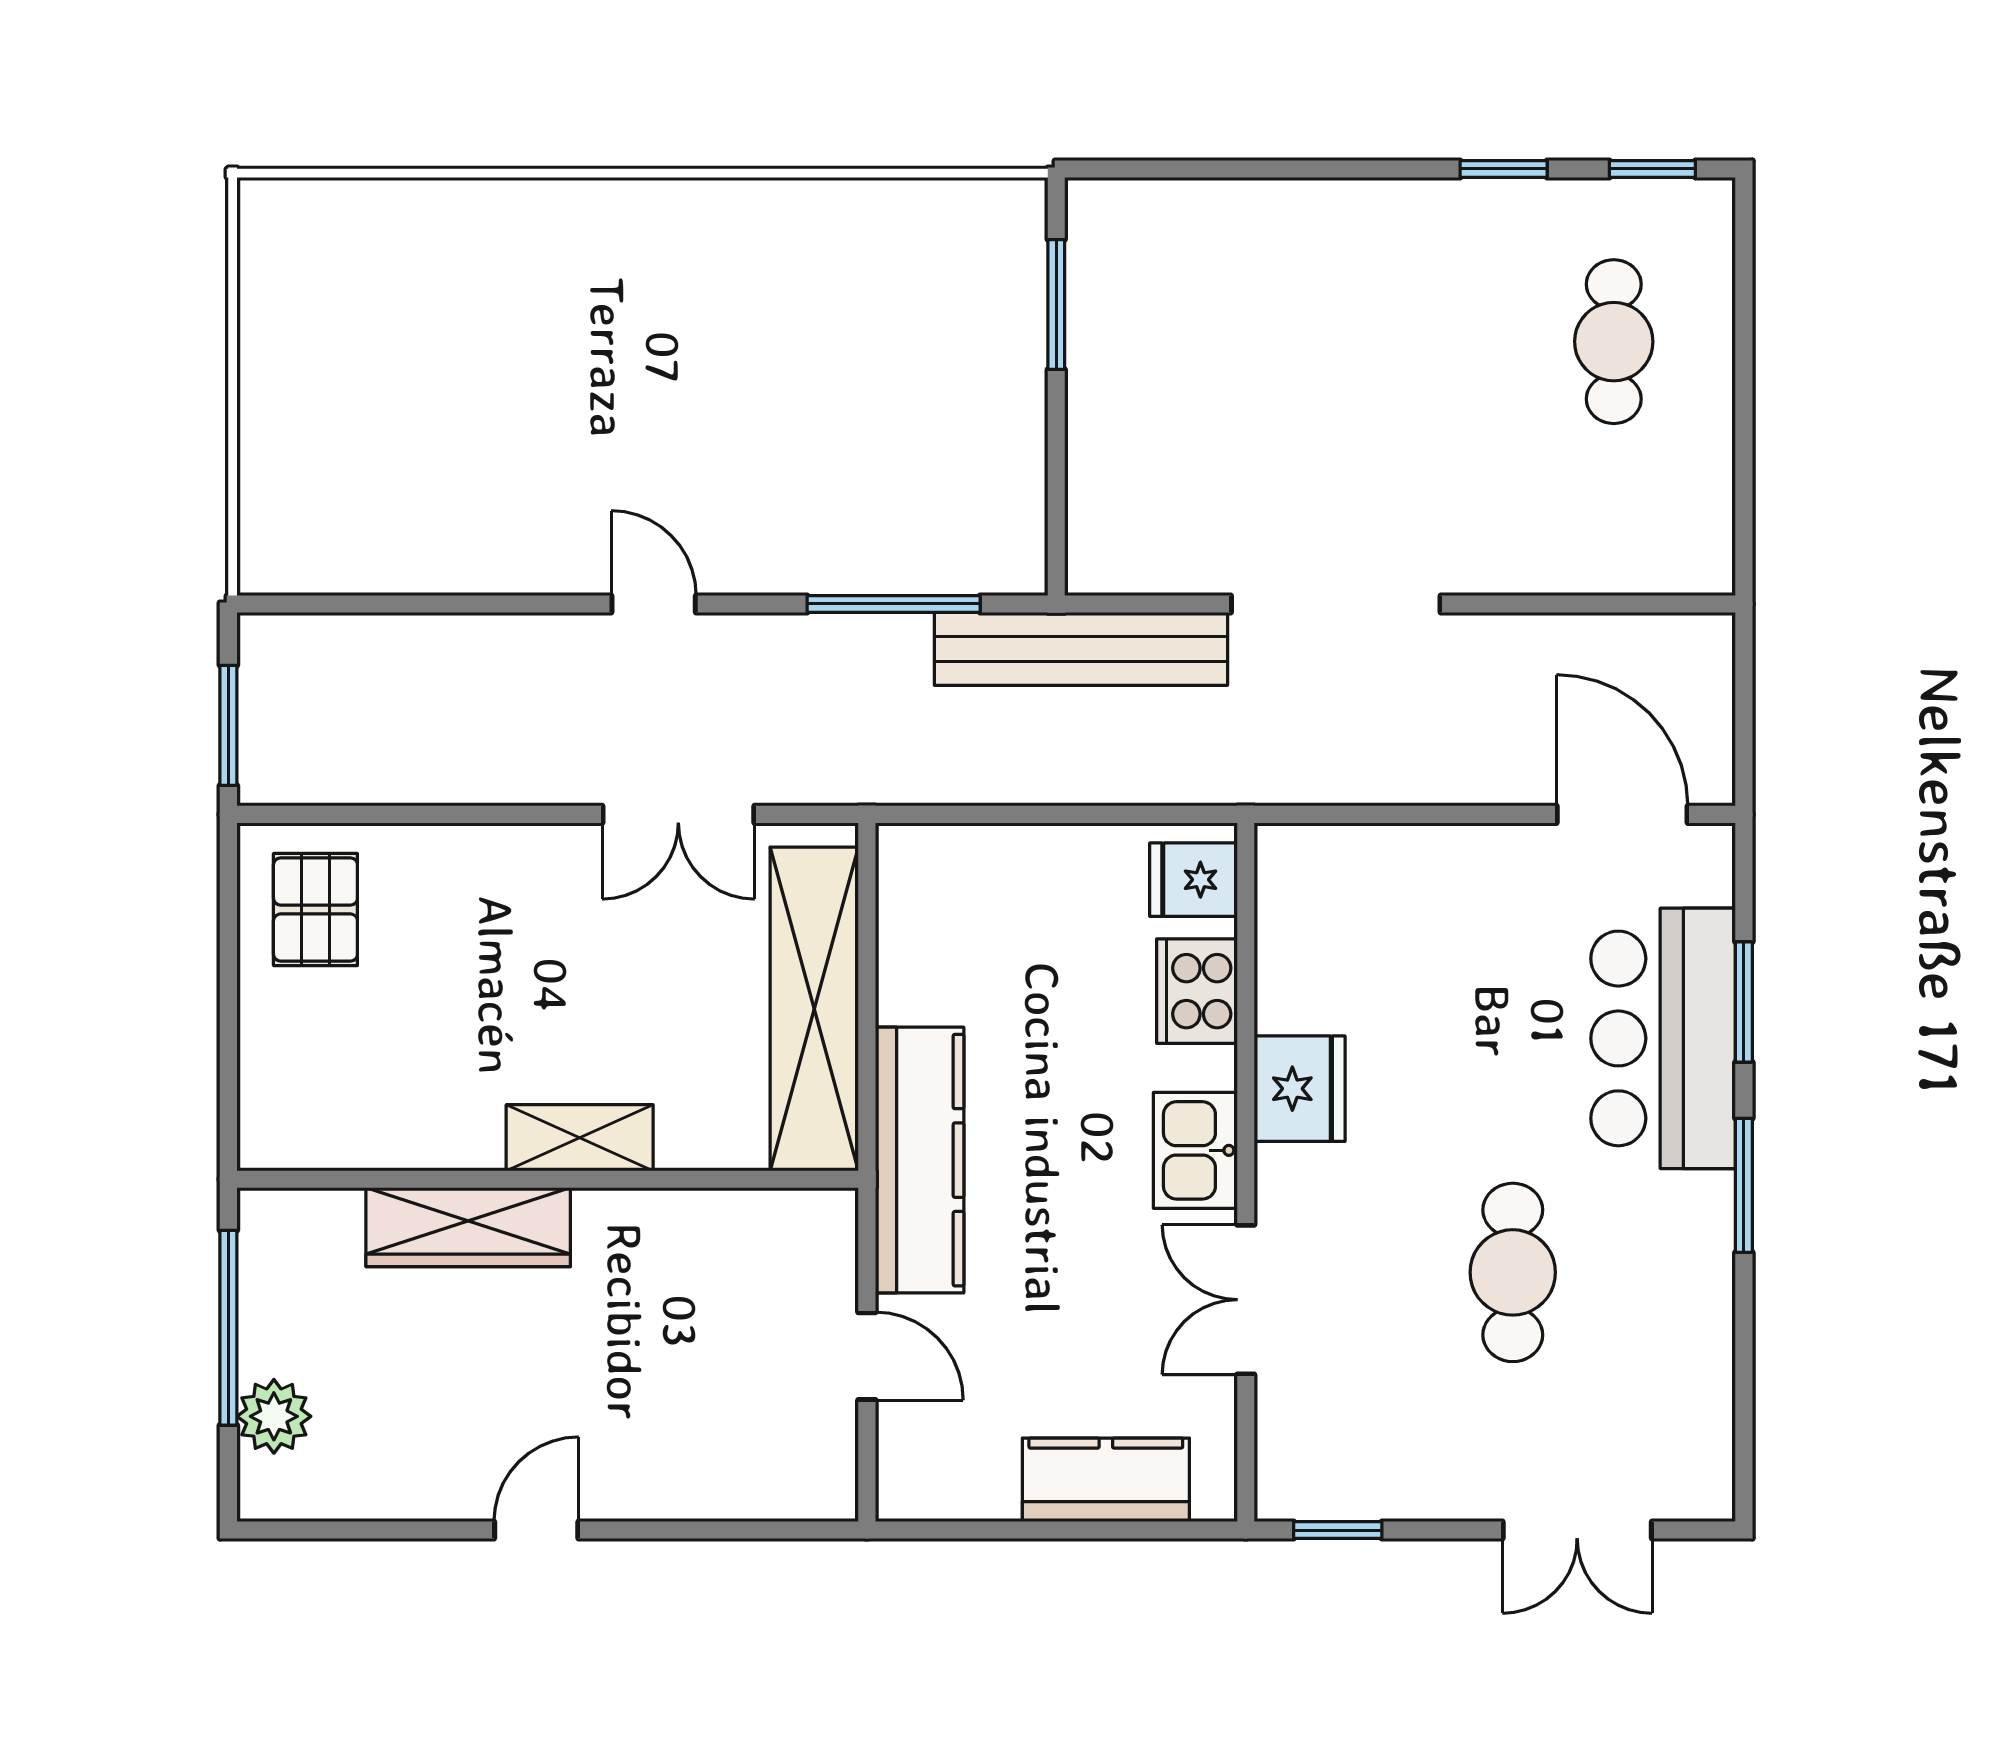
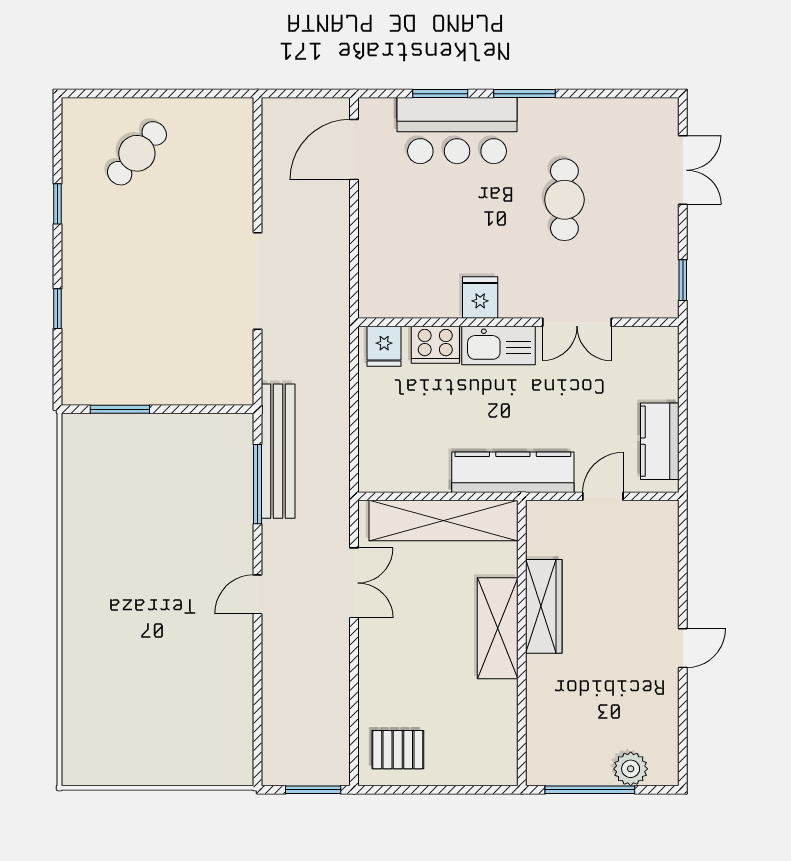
window: (1652, 169) -> (58, 309), moved
cafe table: (1614, 342) -> (137, 153), turned -49
bench: (1081, 649) -> (278, 451), moved
fridge: (1300, 1089) -> (480, 298), width x0.72
shelving: (580, 1138) -> (498, 628), width x1.50, depth x1.33
kitchen sink: (1195, 1150) -> (498, 346), width x1.38
wardrobe: (468, 1227) -> (544, 606), moved
cafe table: (1513, 1272) -> (564, 200), turned 90
kitchen counter: (1106, 1480) -> (660, 441), moved
door: (536, 1530) -> (683, 648), swing flipped

